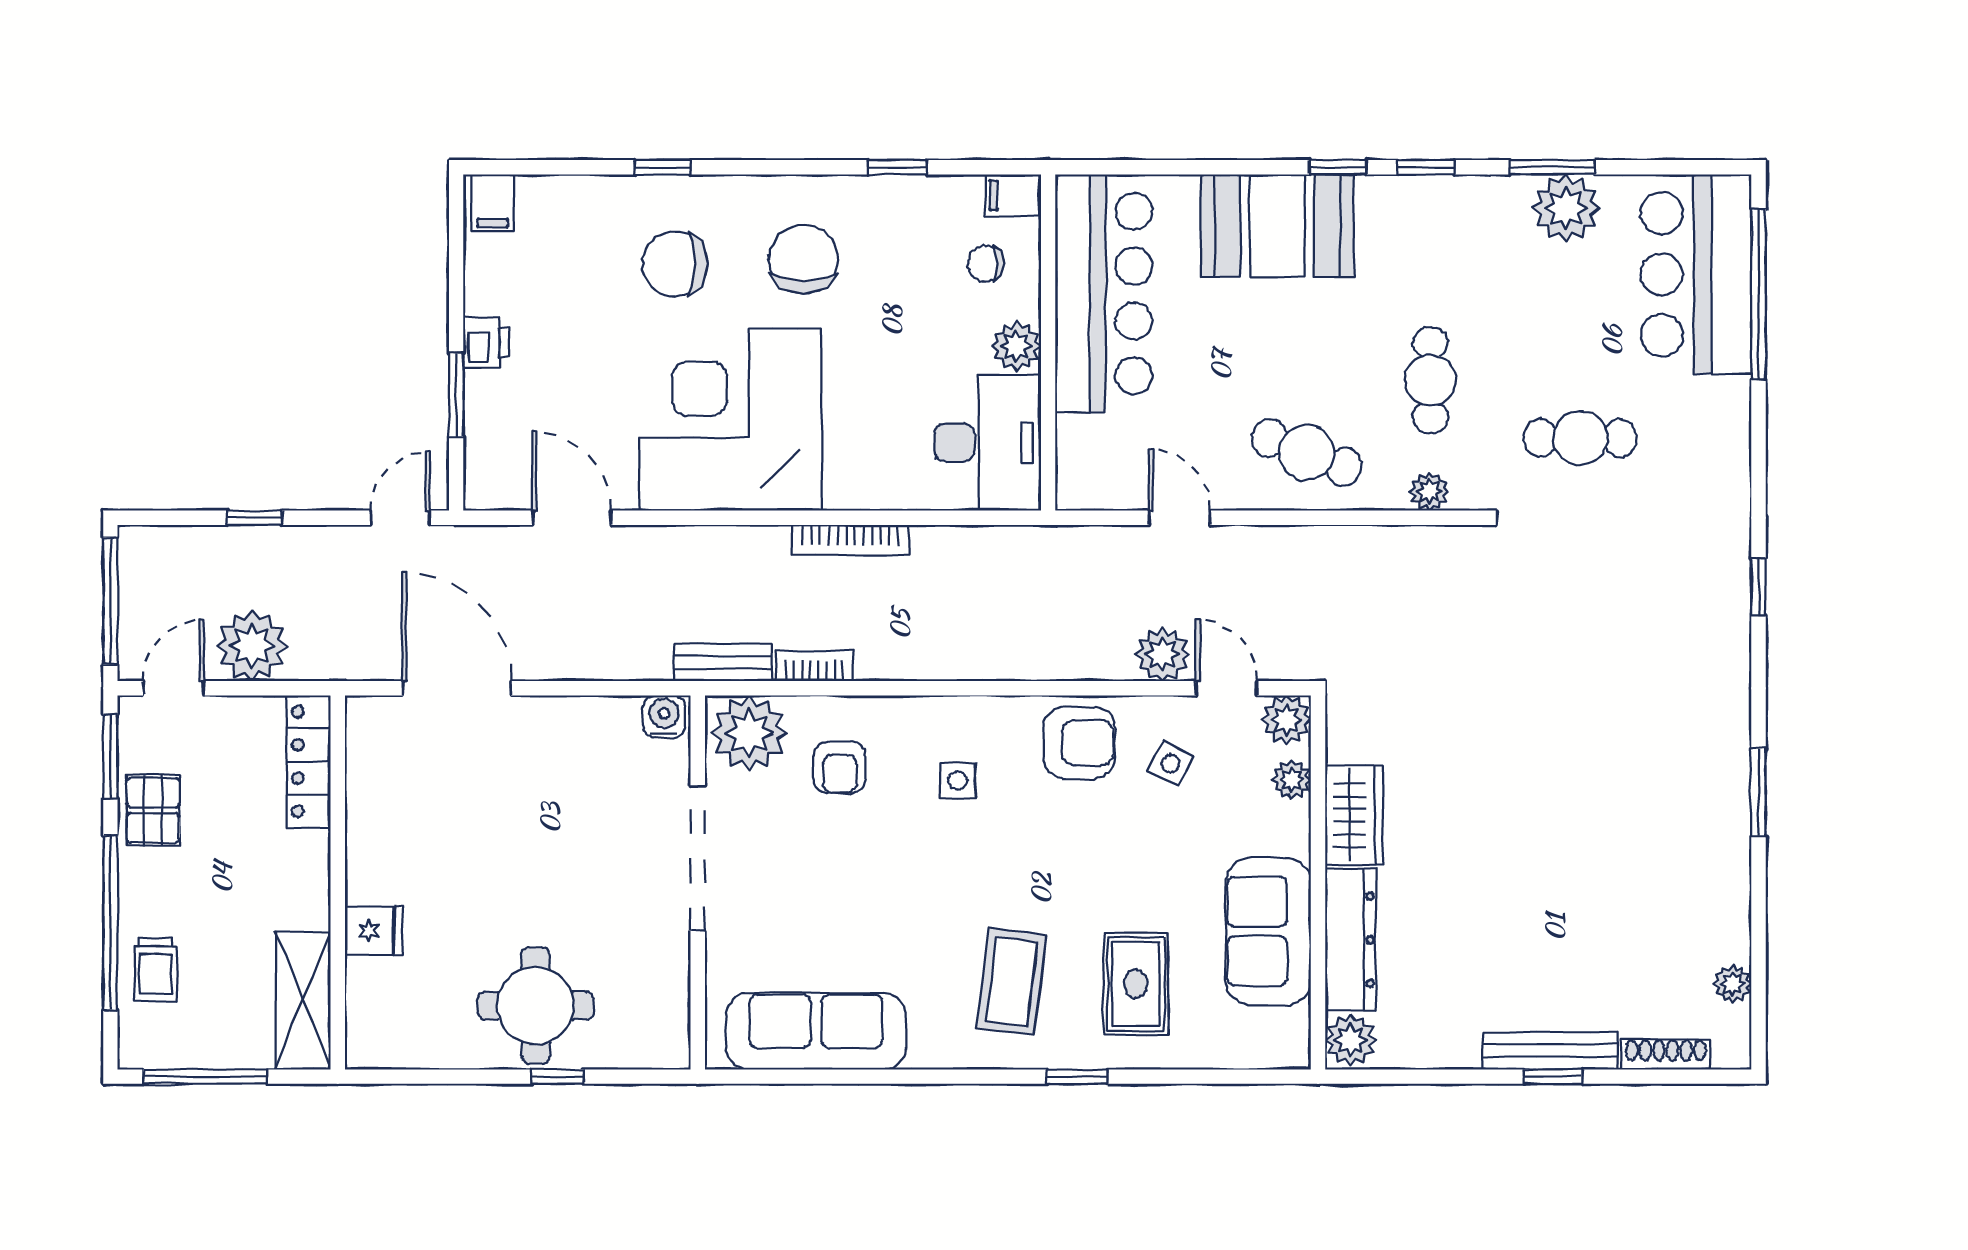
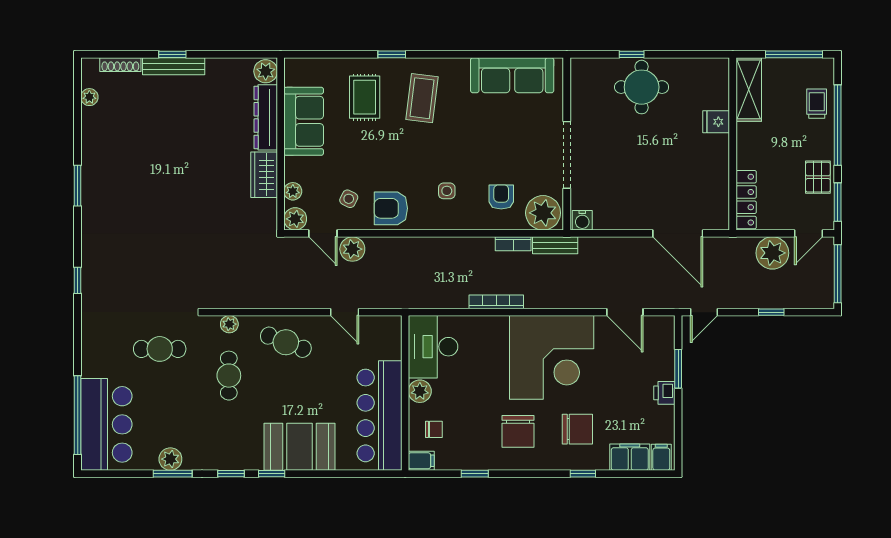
filing cabinet: (561, 203) -> (630, 457), added
plant: (1566, 208) -> (170, 459), width x0.73, depth x0.73

